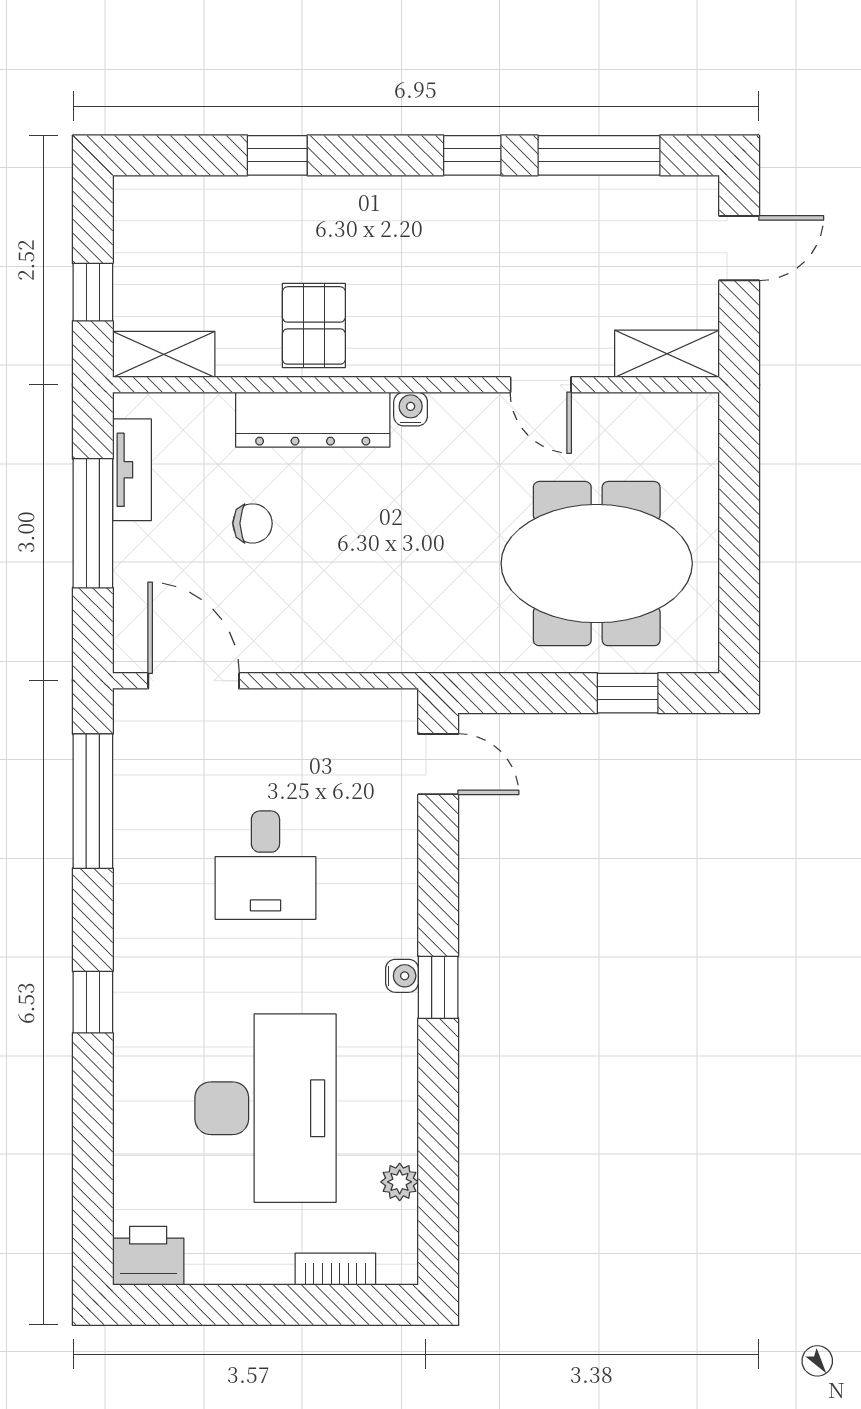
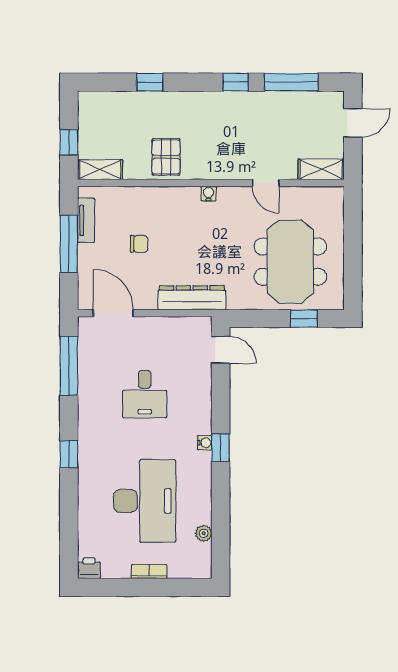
dresser: (313, 420) -> (192, 298), moved, turned 180
meeting table: (597, 564) -> (290, 262), turned 90
printer: (148, 1256) -> (89, 568), width x0.73, depth x0.81
bookcase: (335, 1269) -> (149, 572), moved

